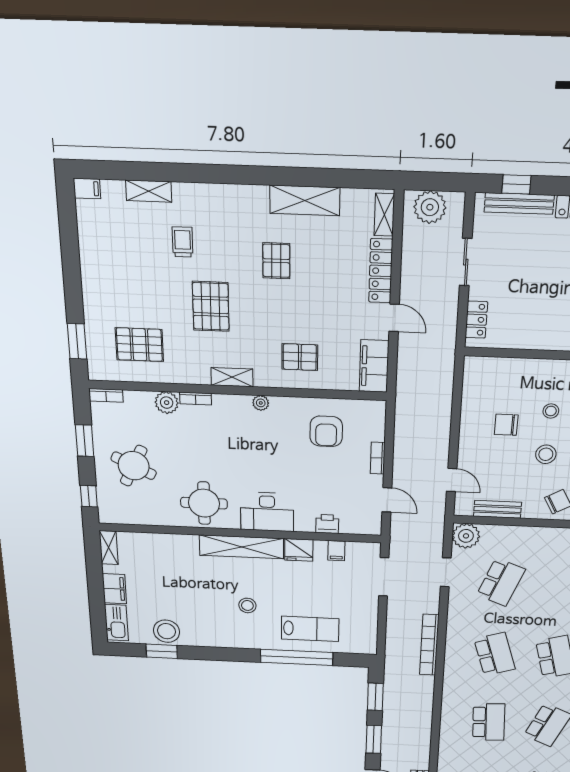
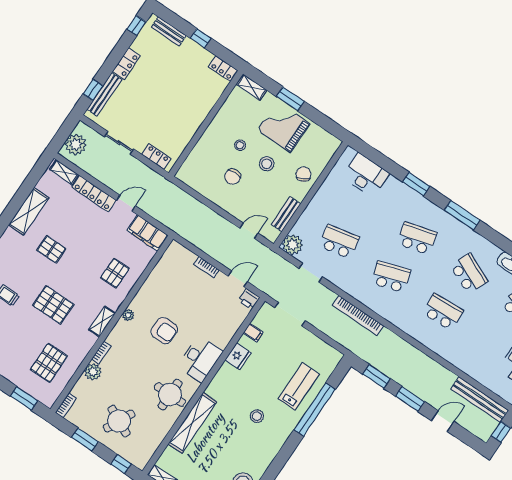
armchair: (326, 431) -> (164, 331), moved
printer: (327, 524) -> (249, 299), moved, turned -90
shelving: (241, 547) -> (192, 423), moved
school desk: (501, 582) -> (339, 242), turned -33

